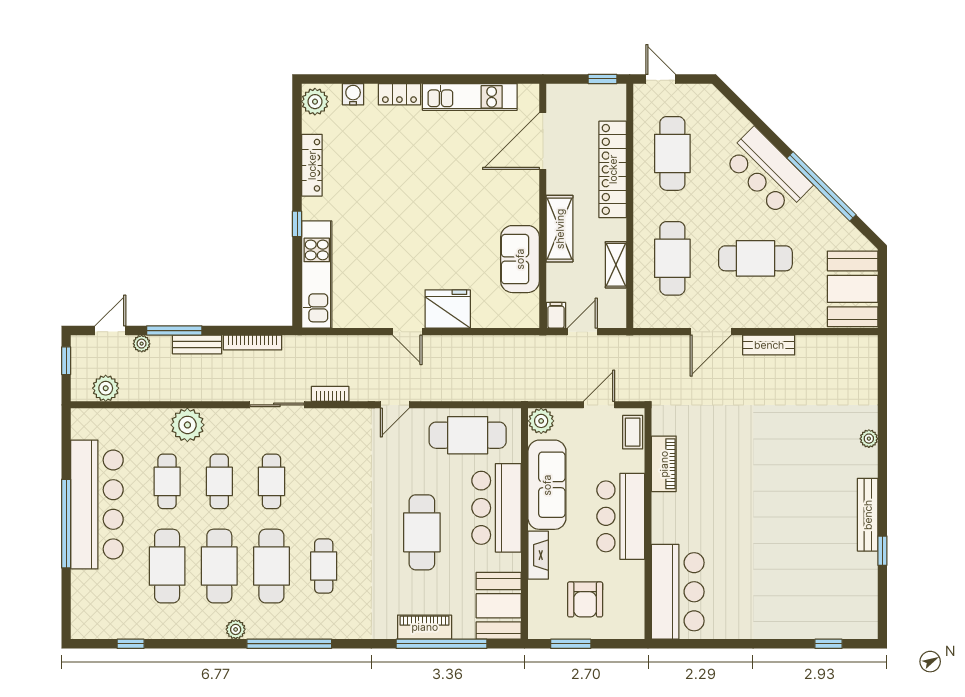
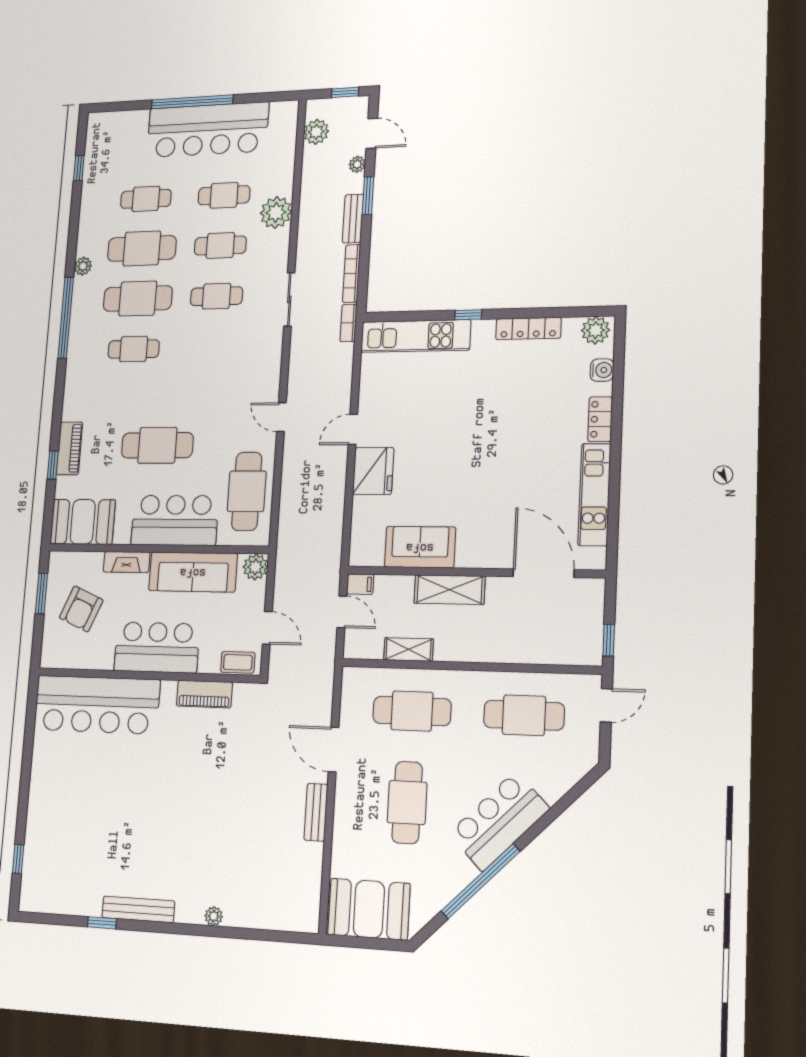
locker: (613, 169) -> (510, 649), removed
window: (174, 331) -> (368, 196), width x0.69
bookcase: (330, 394) -> (348, 323), moved, turned 180
cafe table: (167, 566) -> (146, 199), width x0.73, depth x0.74
bar counter: (678, 592) -> (97, 705), width x1.36
armchair: (585, 599) -> (81, 609), turned -67
window: (442, 644) -> (53, 465), width x0.32

